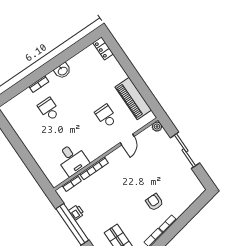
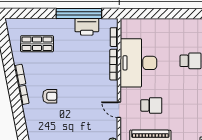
desk: (72, 159) -> (138, 63), width x1.87, depth x1.30
printer: (76, 212) -> (87, 27), width x1.87, depth x1.48

